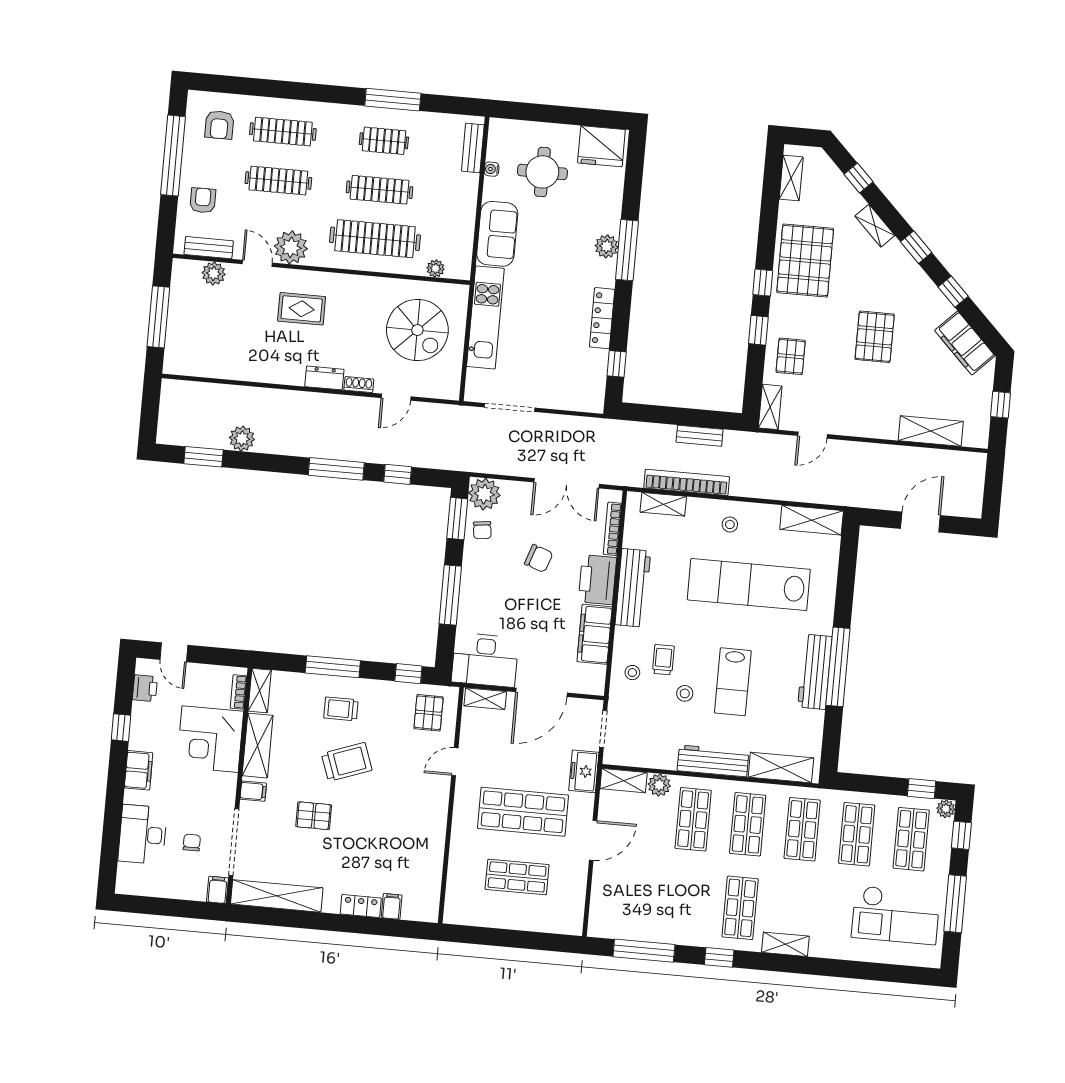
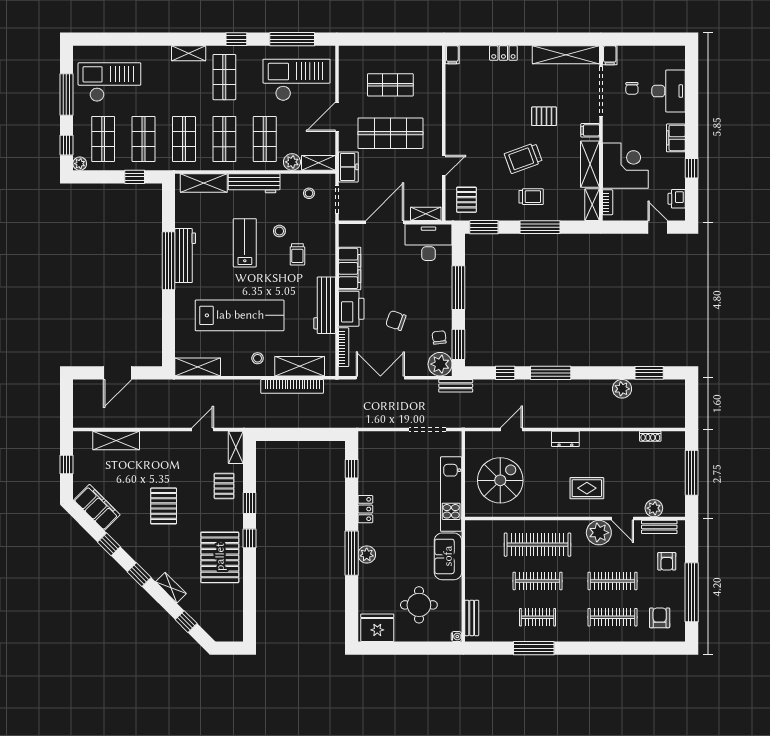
water cooler: (492, 169) -> (456, 637), moved
shelving: (791, 178) -> (236, 617), removed
plant: (436, 269) -> (491, 527), removed
locker: (602, 318) -> (365, 509), width x0.66
spiral stairs: (417, 330) -> (500, 480), turned 90
shoe rack: (359, 385) -> (650, 436), moved
bench: (700, 436) -> (456, 386), moved
shelving: (663, 504) -> (300, 366), width x1.50, depth x1.33
stool: (632, 673) -> (309, 193), moved
window: (408, 674) -> (484, 227), width x1.50
window: (922, 789) -> (135, 177), moved
checkout: (643, 895) -> (297, 80), added
filing cabinet: (392, 906) -> (452, 55), moved

